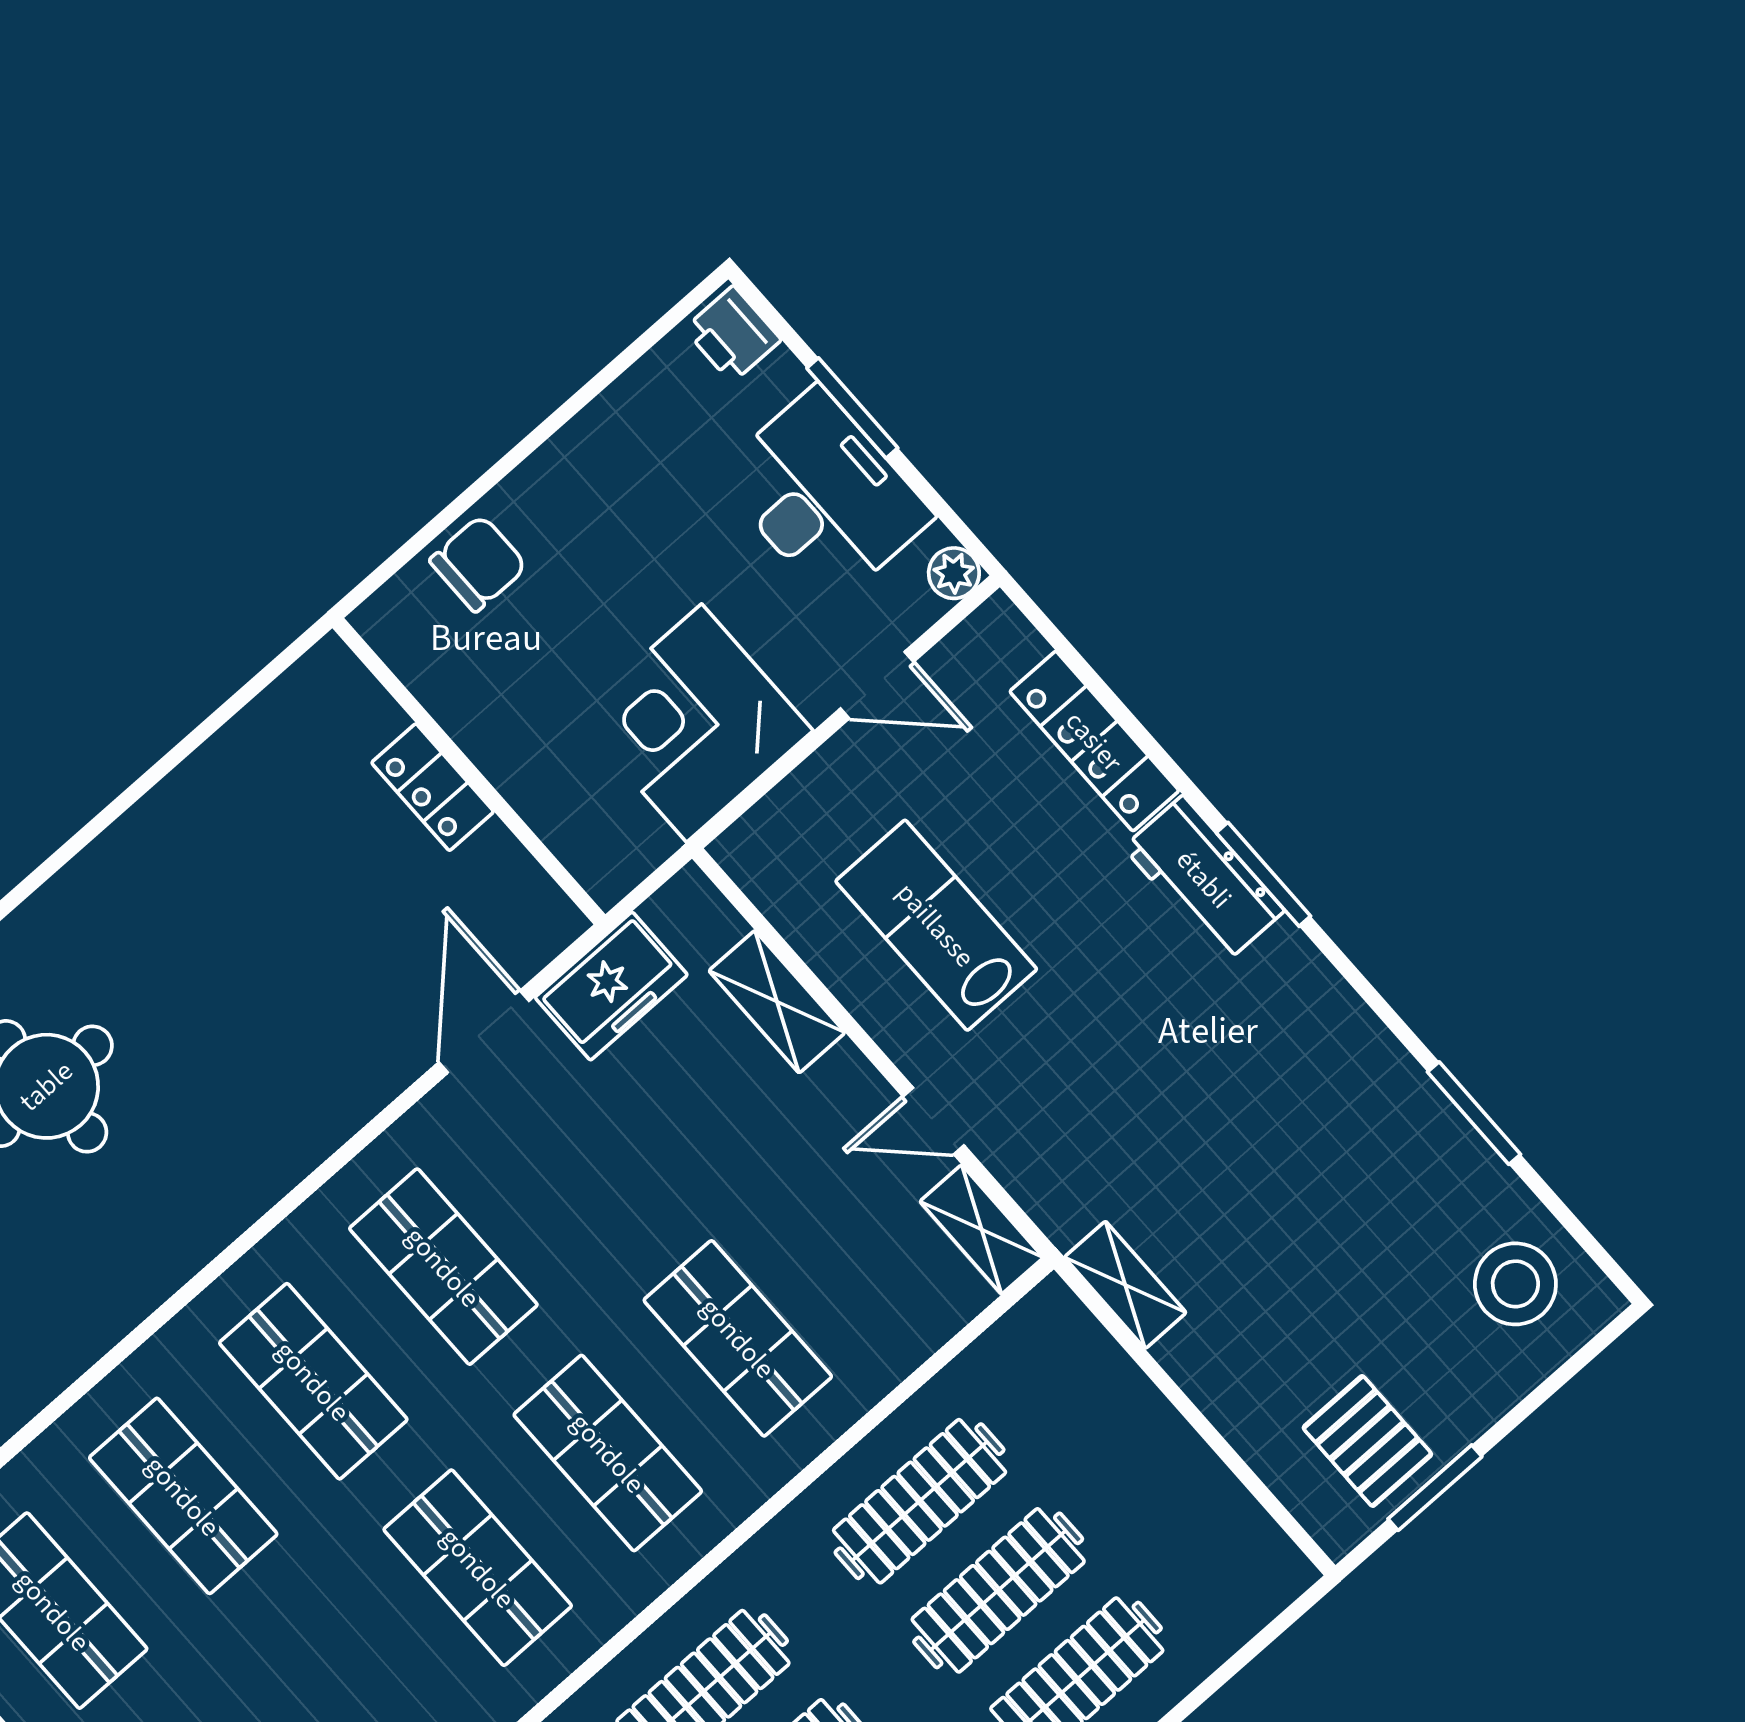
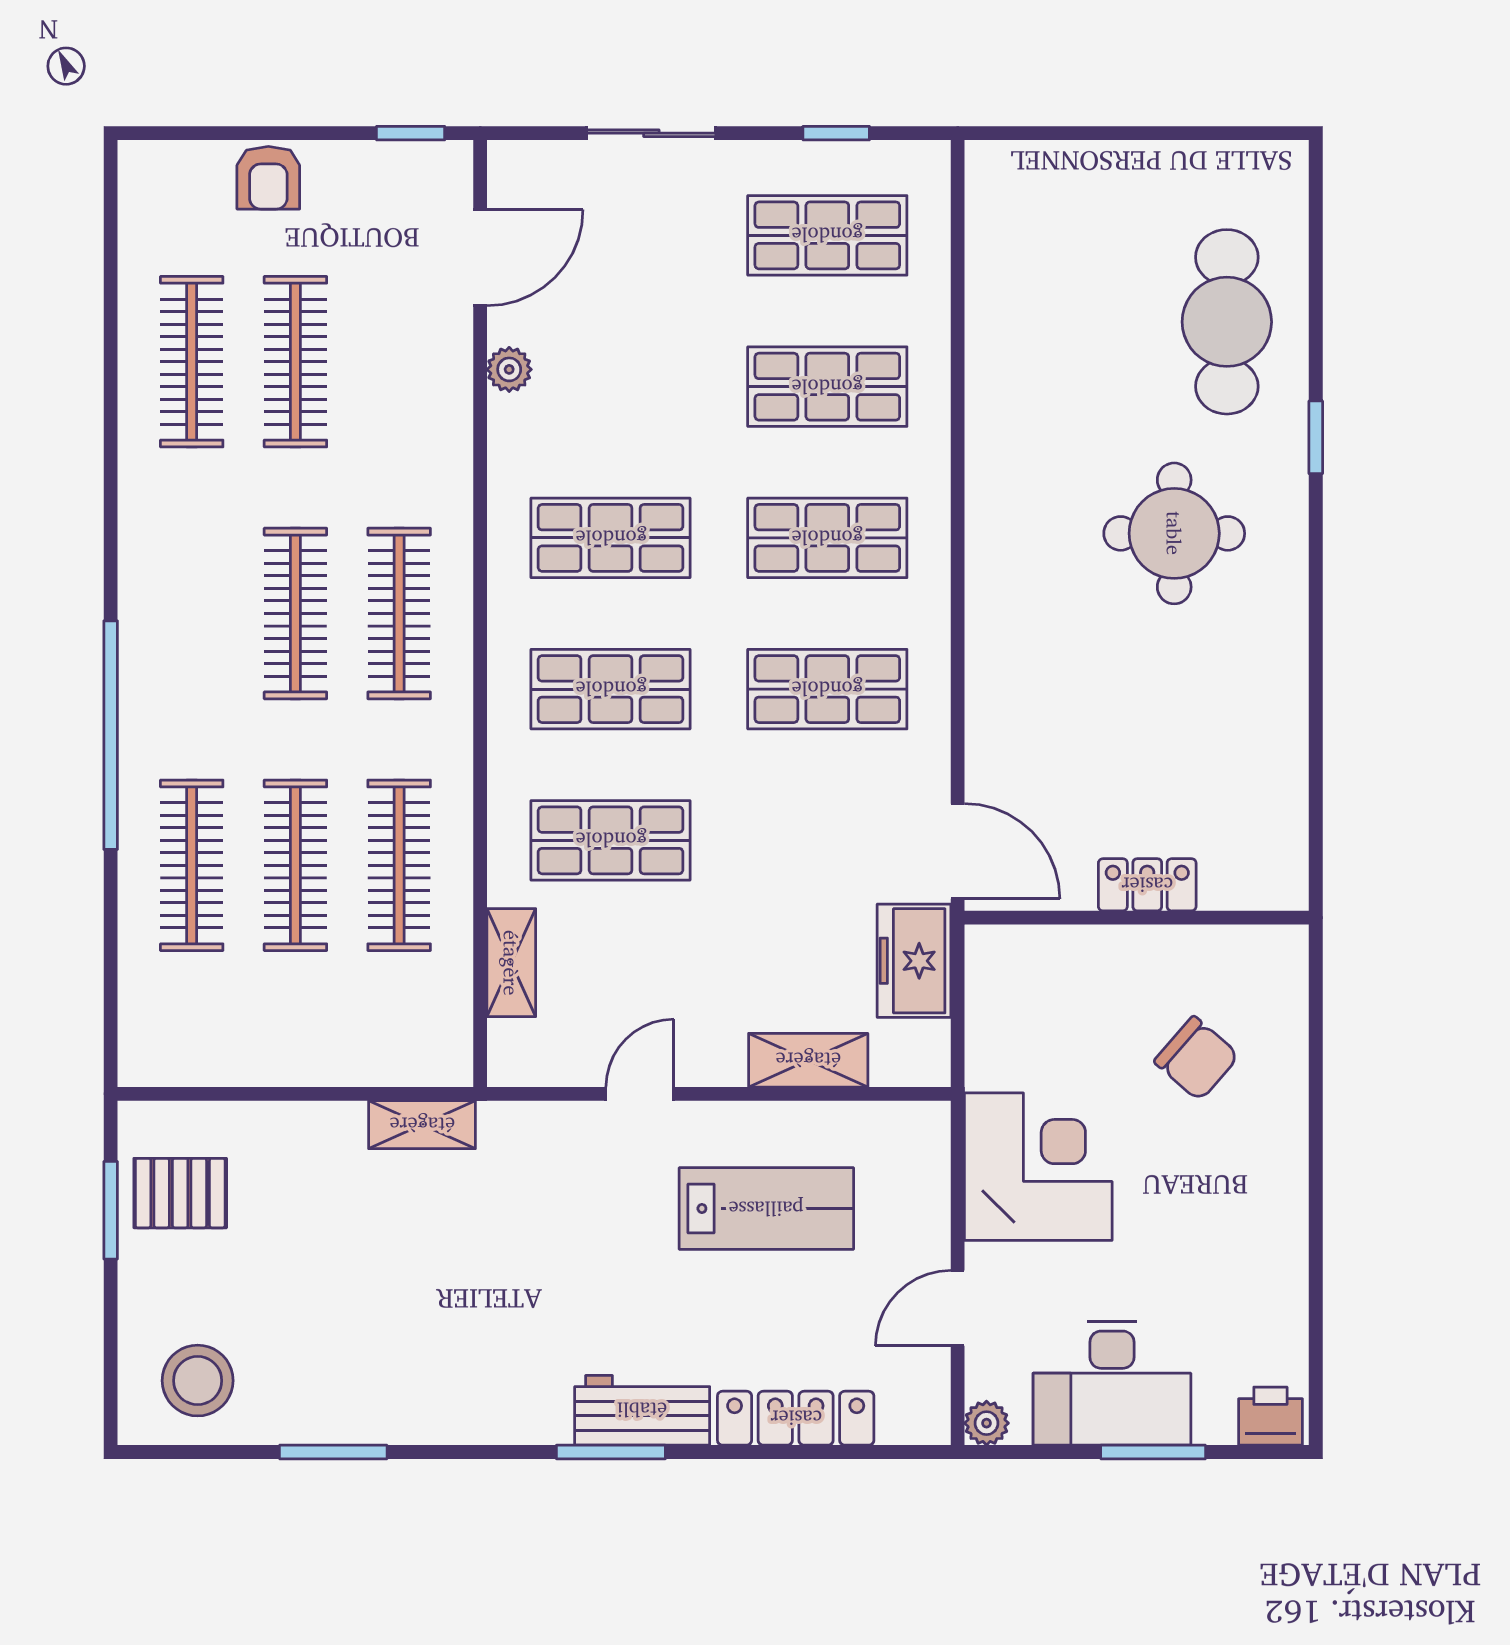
chair: (478, 563) -> (1197, 1059), moved, turned -49
wall: (469, 771) -> (1137, 918), moved
locker: (433, 787) -> (1147, 885), moved
shelving: (982, 1229) -> (511, 963), moved, turned 90

